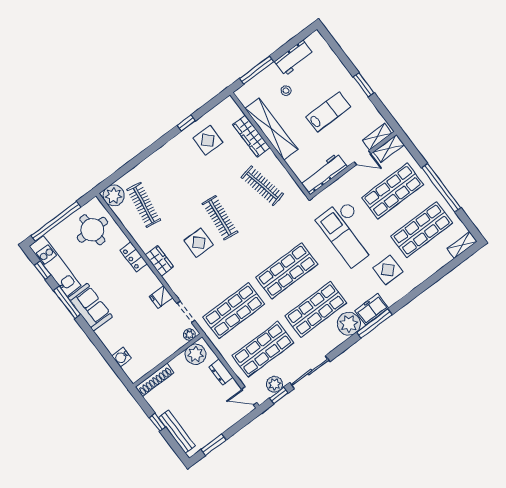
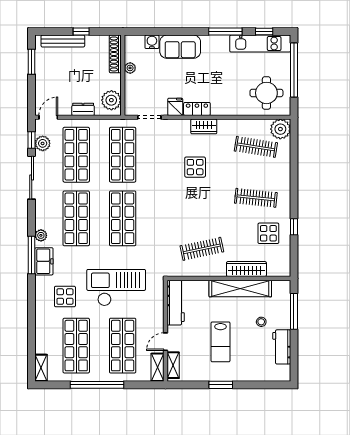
clothes rail: (220, 218) -> (256, 198), moved
locker: (134, 257) -> (197, 109), moved
sofa: (90, 307) -> (180, 47), moved
plant: (349, 324) -> (41, 235), width x0.53, depth x0.53
plant: (189, 335) -> (130, 68), moved

